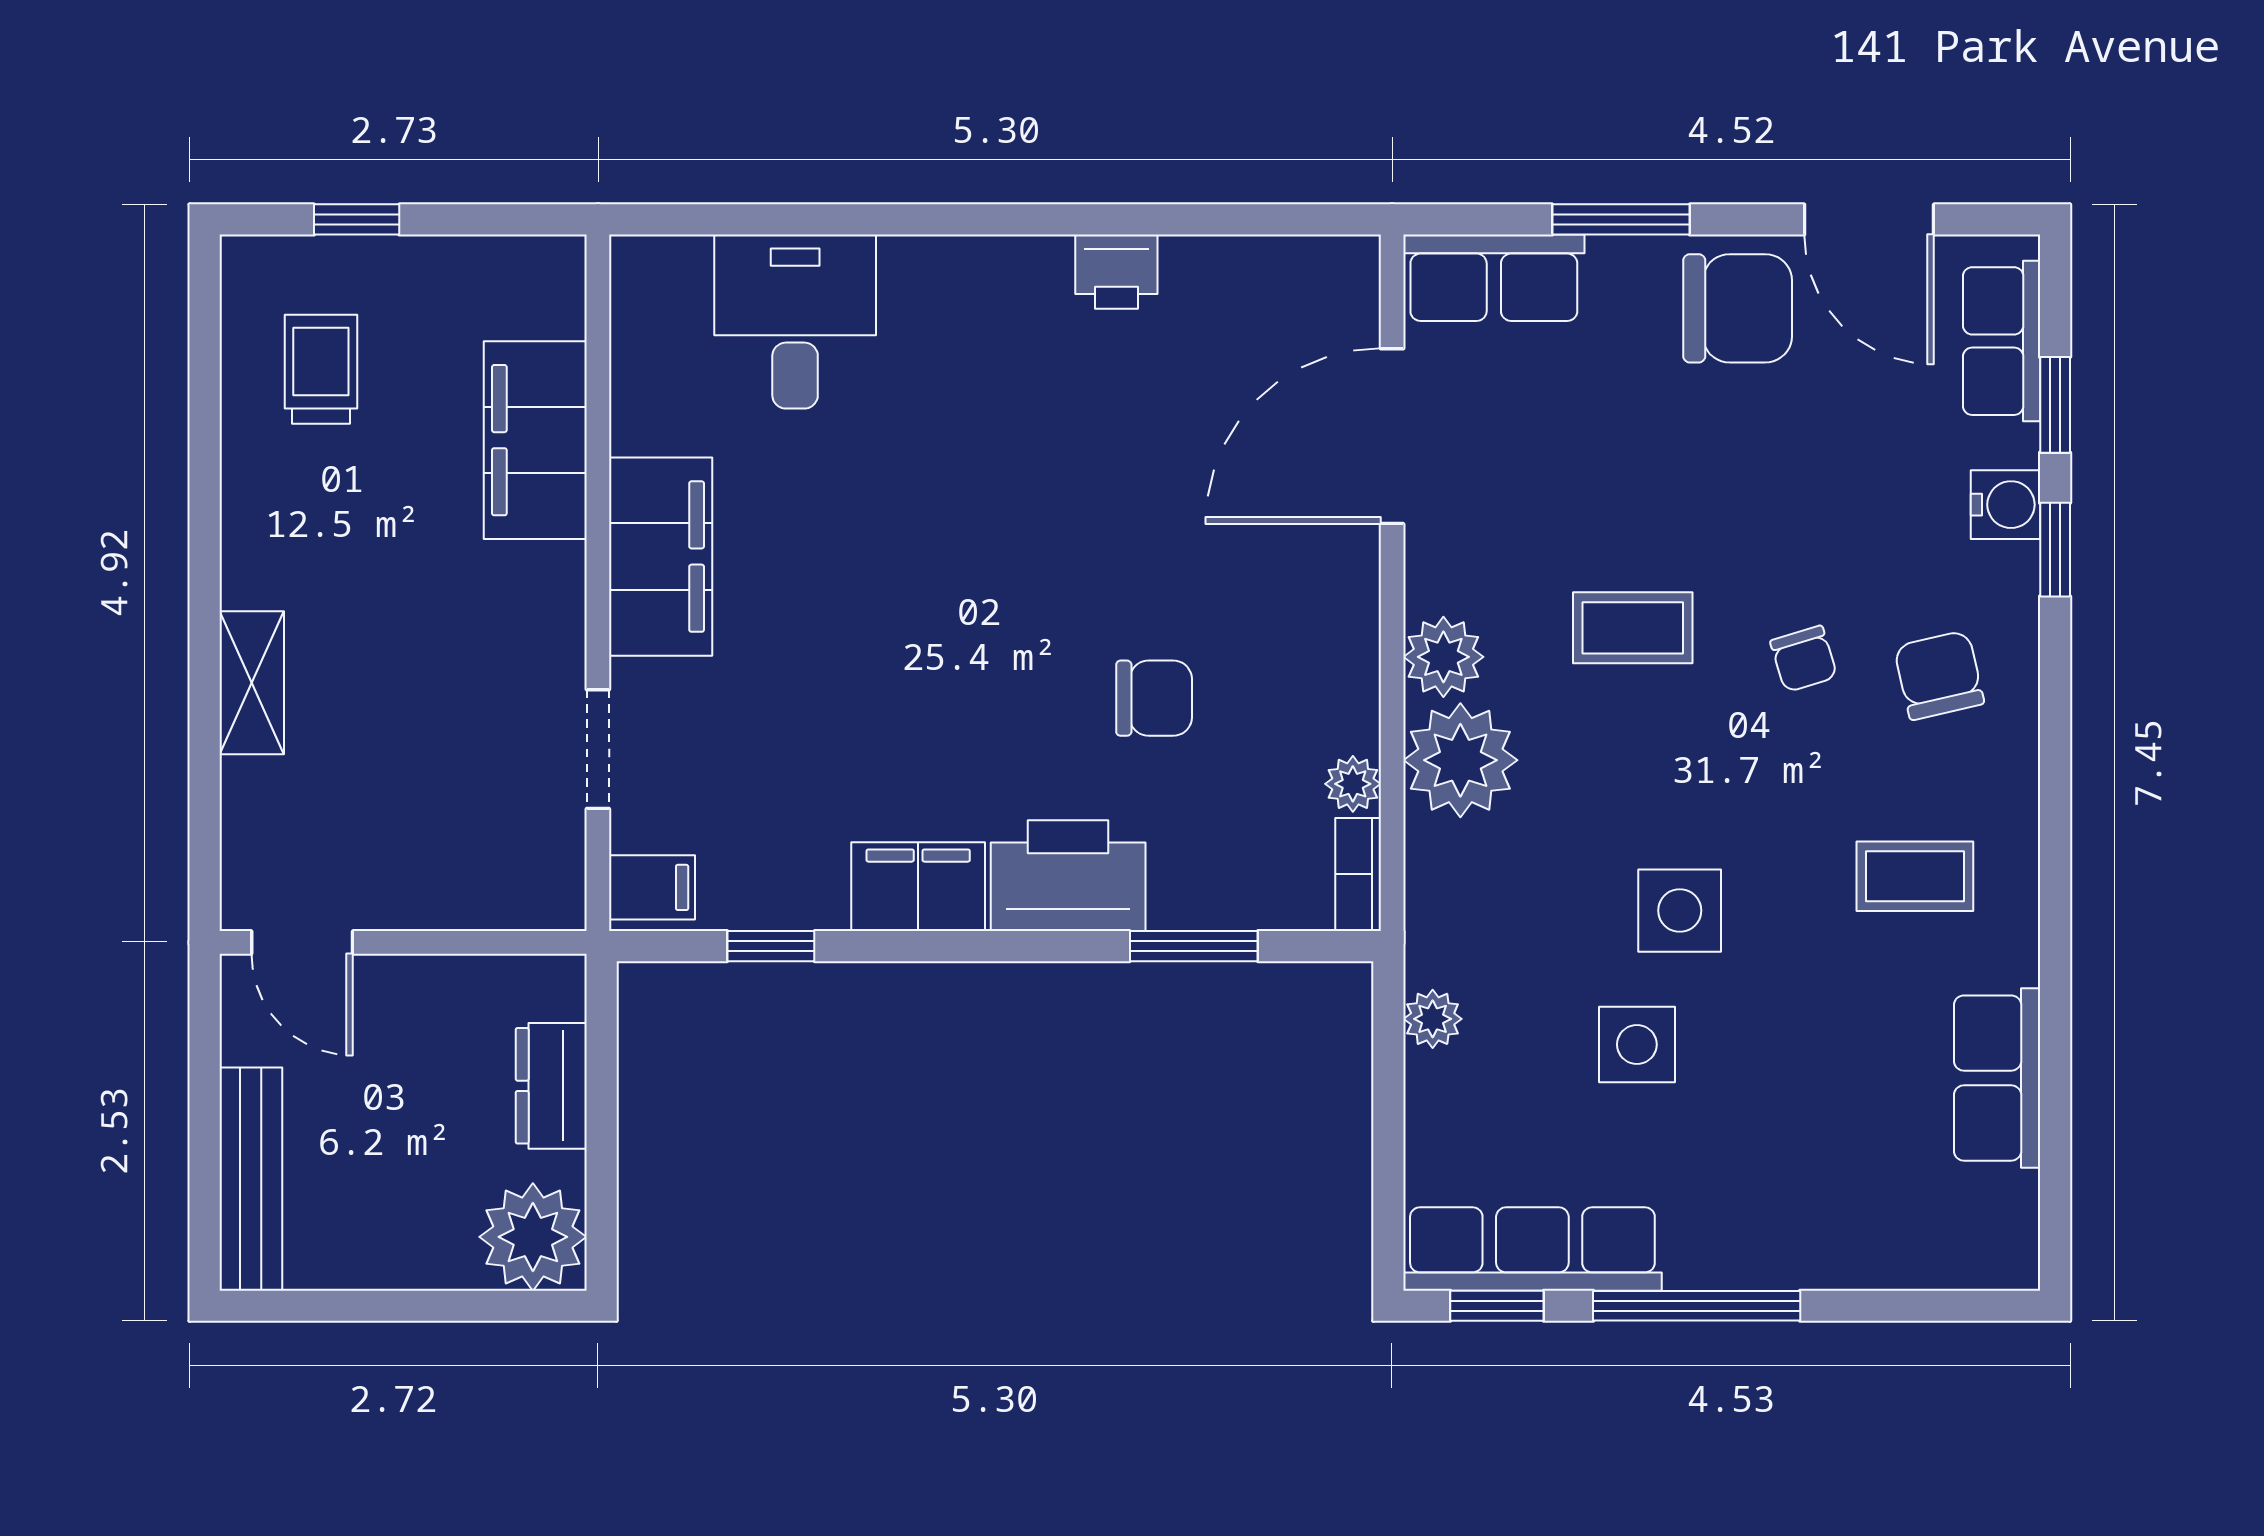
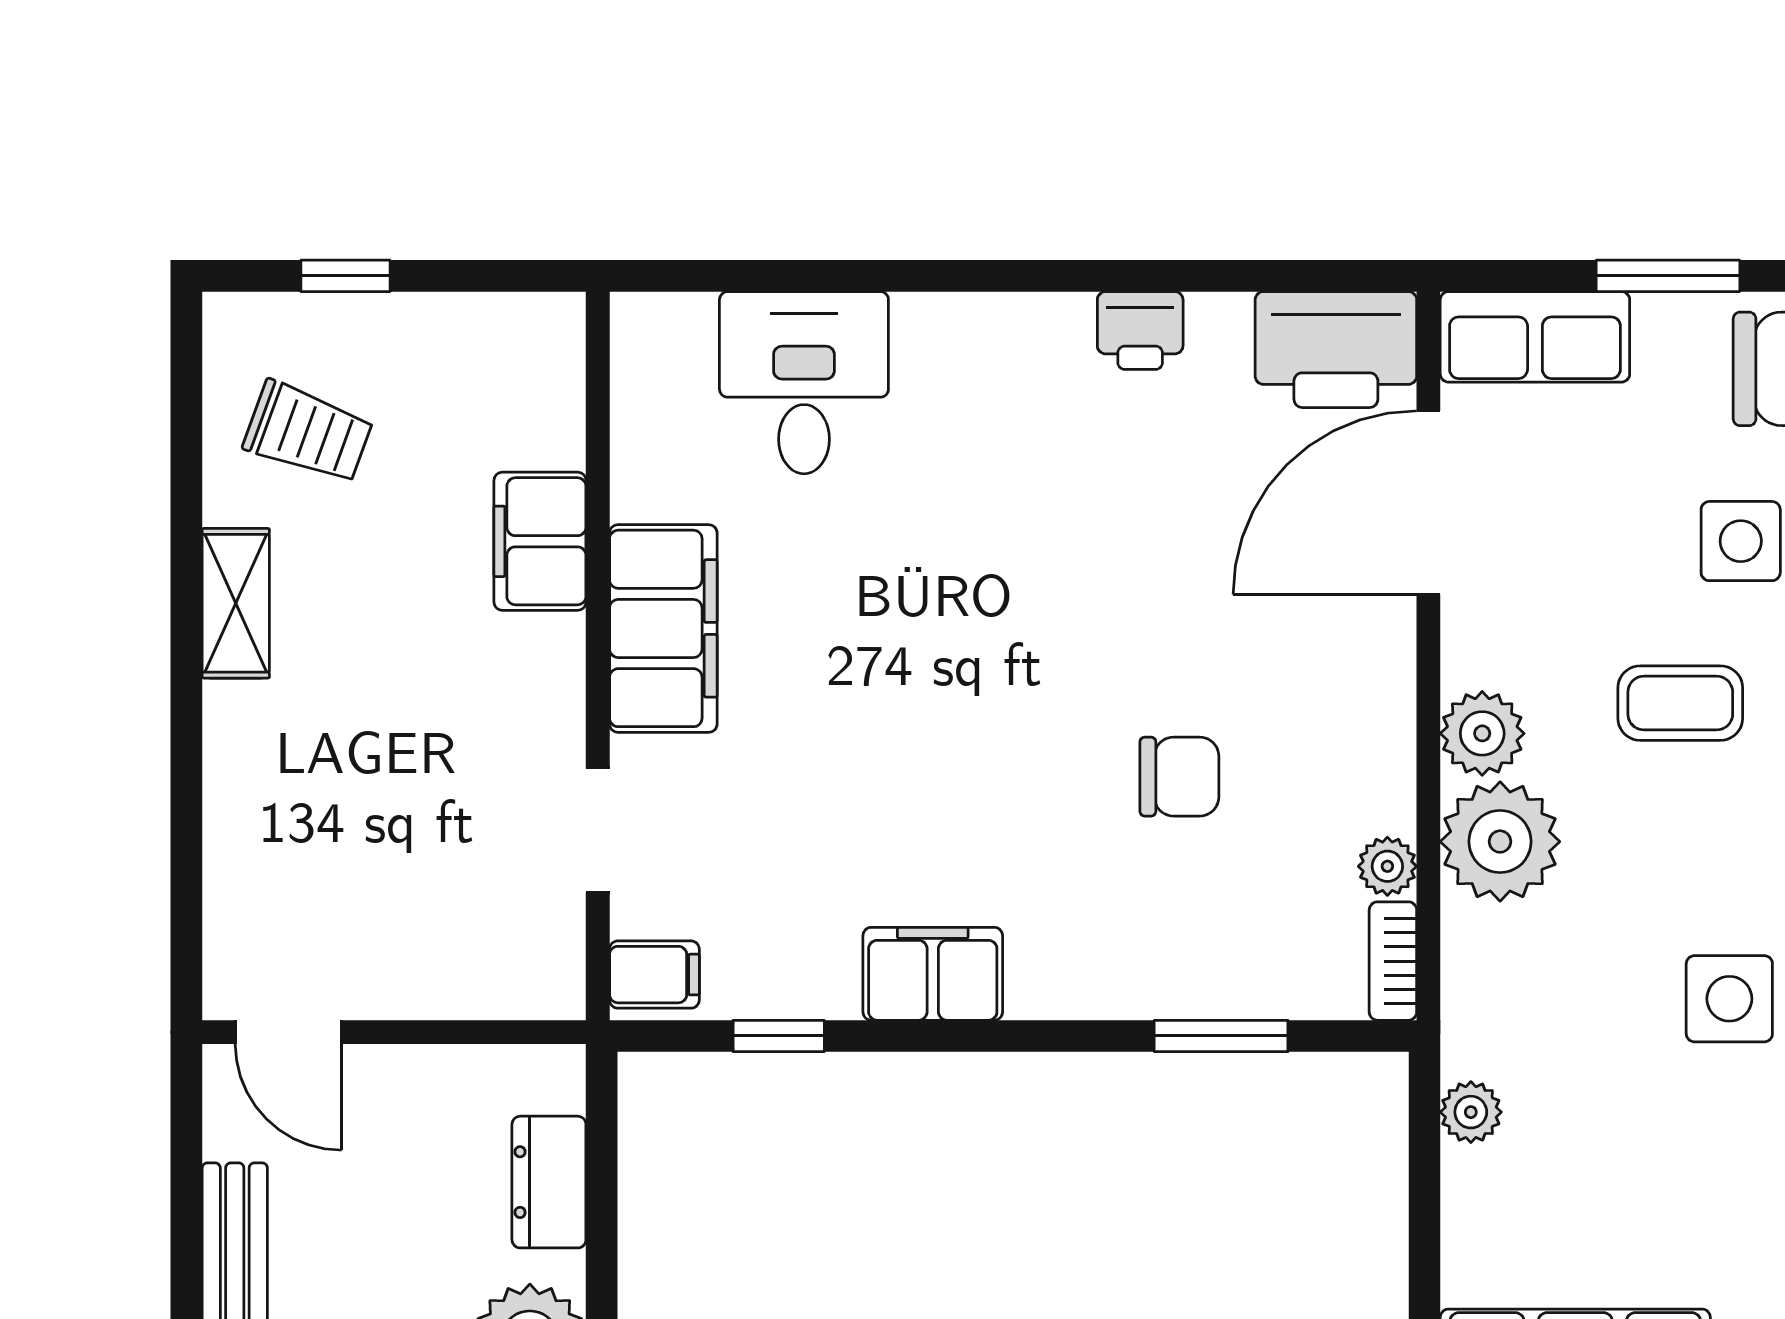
trolley: (321, 369) -> (308, 433), turned 110
filing cabinet: (535, 440) -> (540, 541), width x0.67, depth x0.86
shelving: (252, 683) -> (236, 603), moved
printer: (1068, 876) -> (1336, 350), moved, turned 180
side table: (1637, 1044) -> (1741, 541), moved

